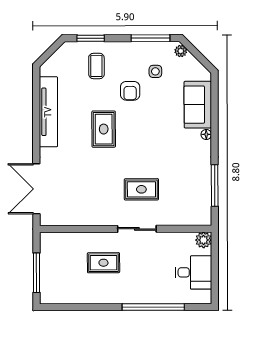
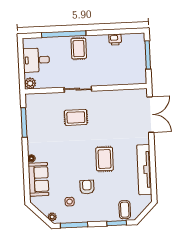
coffee table: (96, 66) -> (125, 210), moved
rug: (103, 263) -> (79, 49), moved, turned 90
printer: (81, 296) -> (115, 40), added

